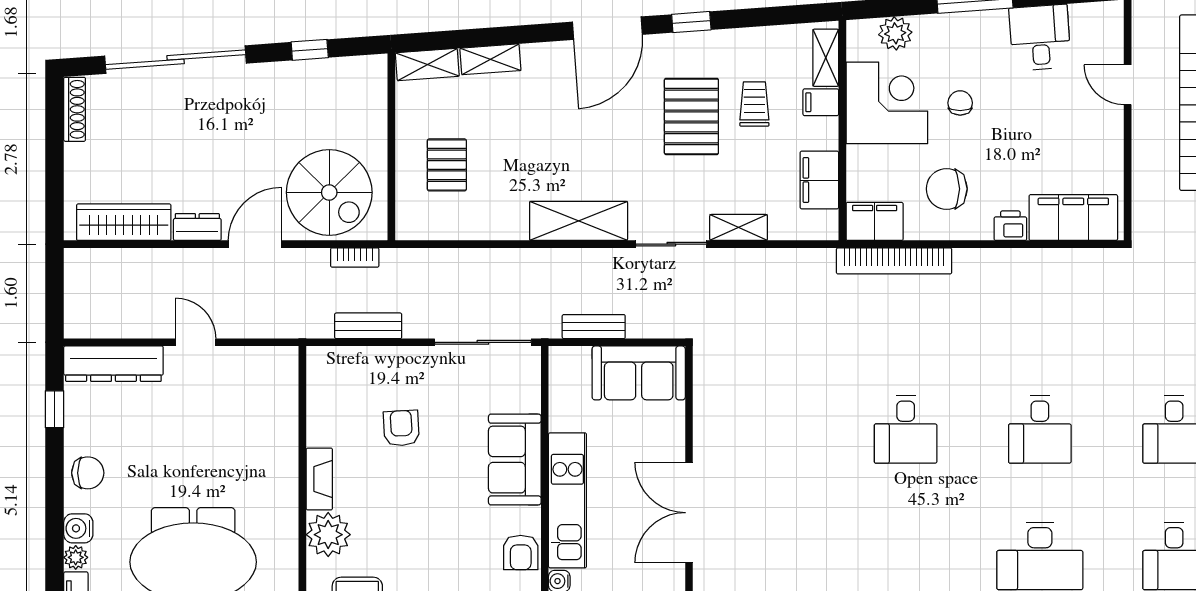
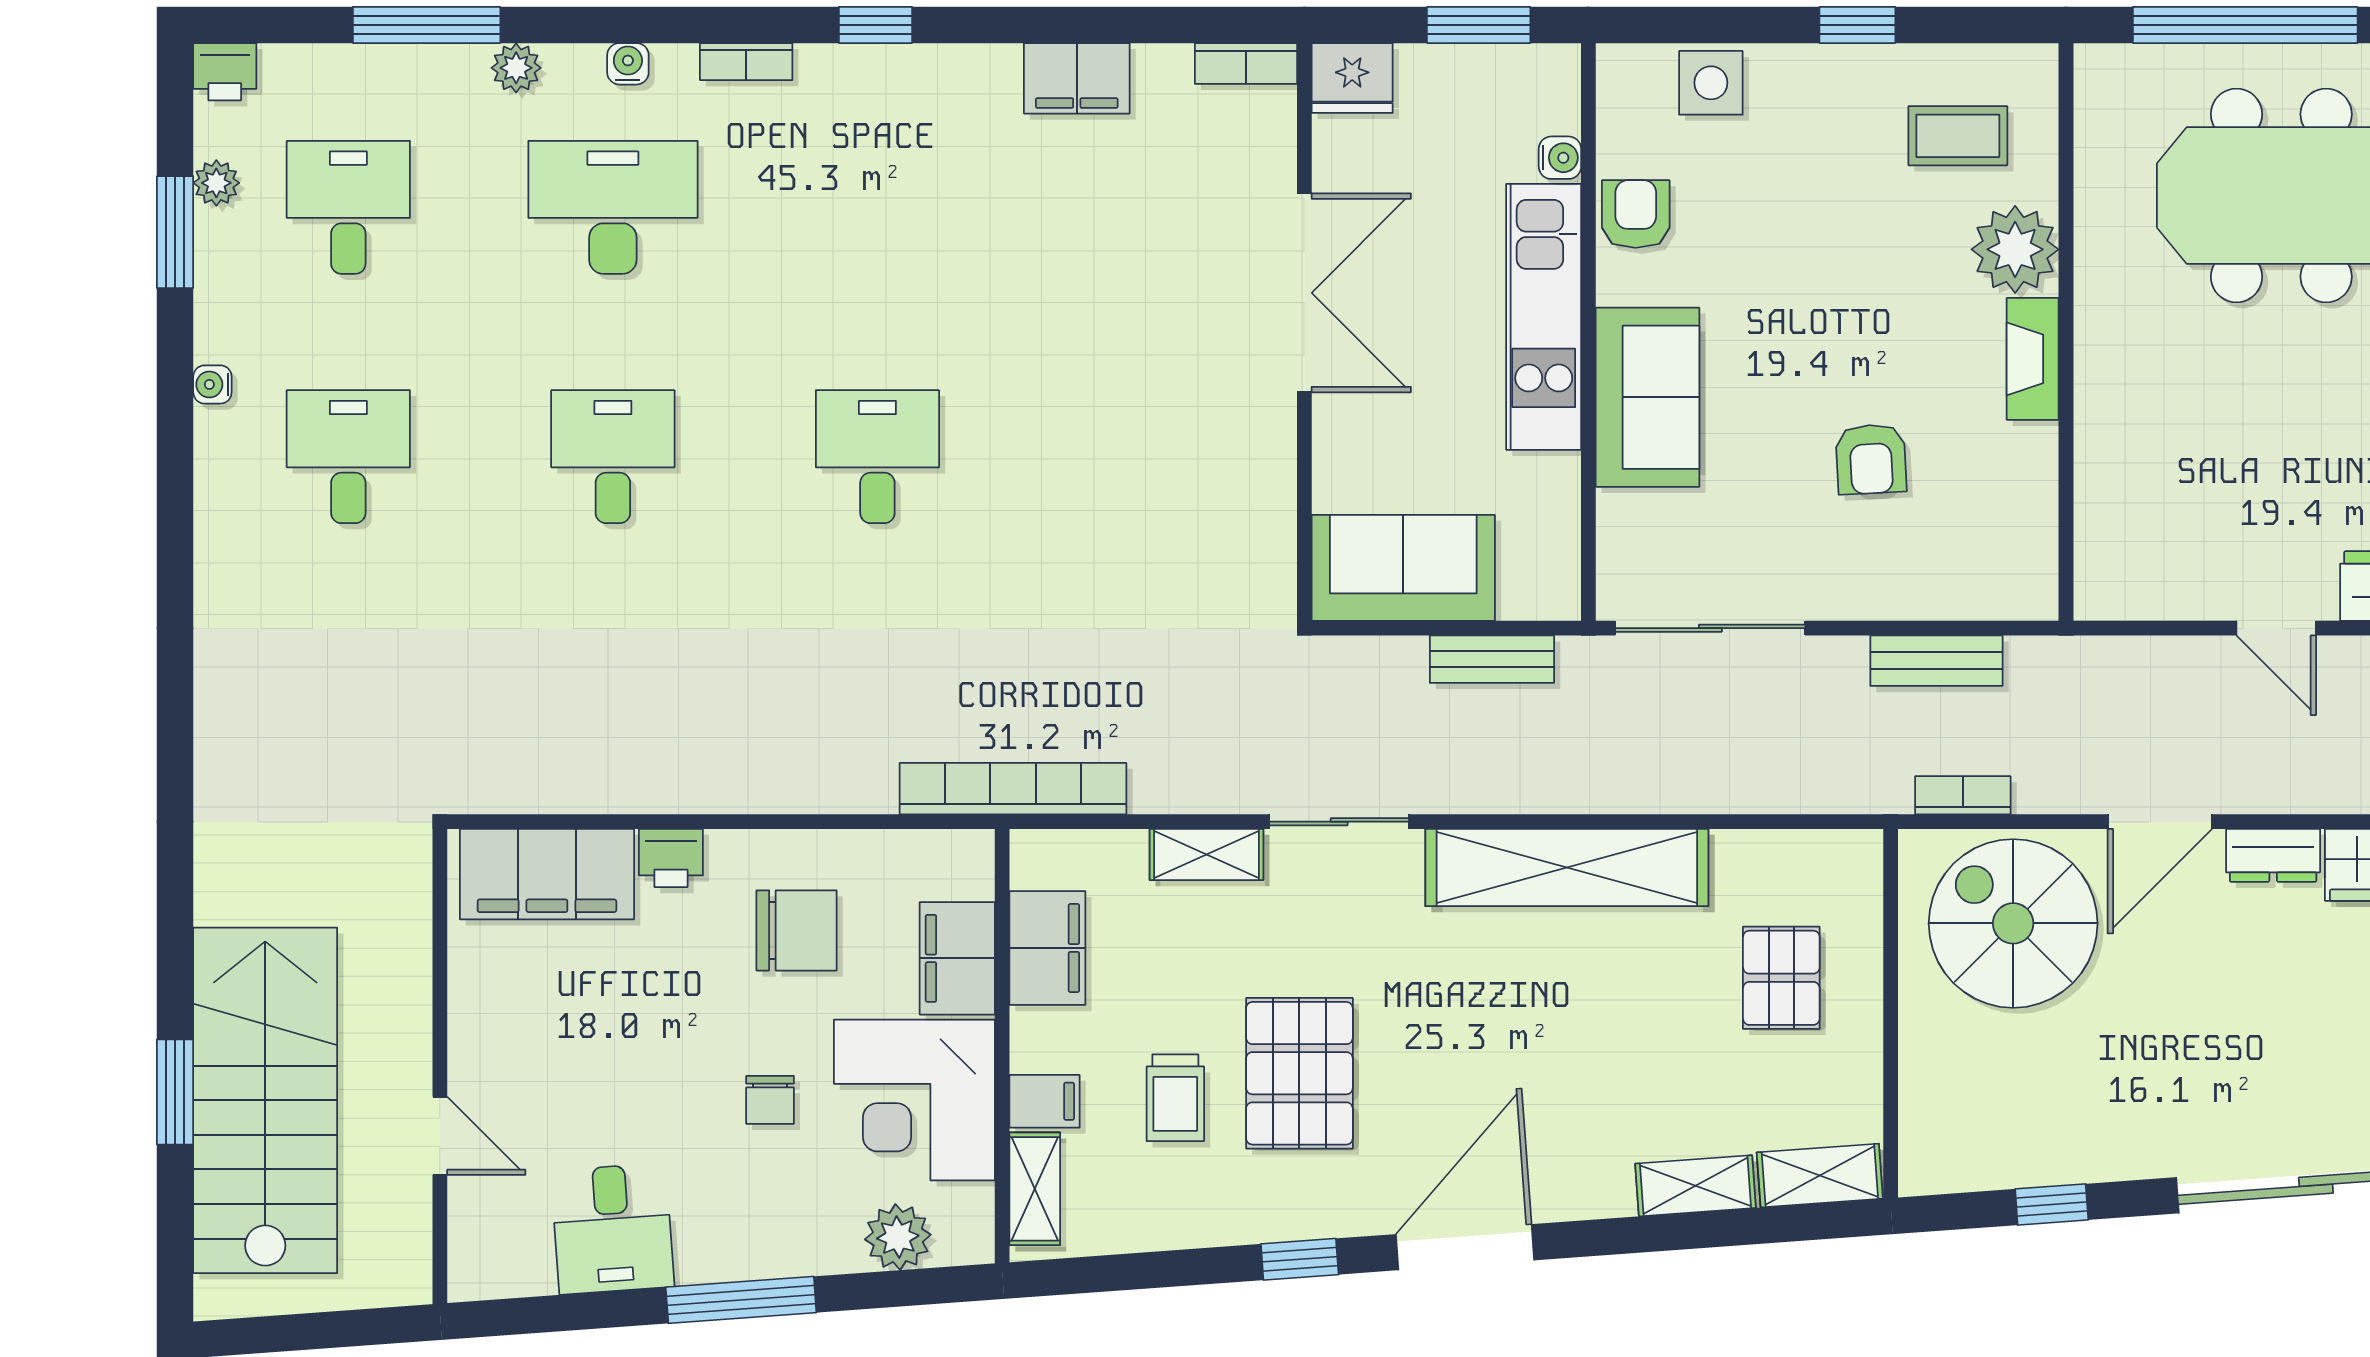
shelving: (579, 221) -> (1567, 868), width x1.47
filing cabinet: (875, 221) -> (957, 958), moved, turned 90
bookcase: (894, 261) -> (1013, 789), moved

